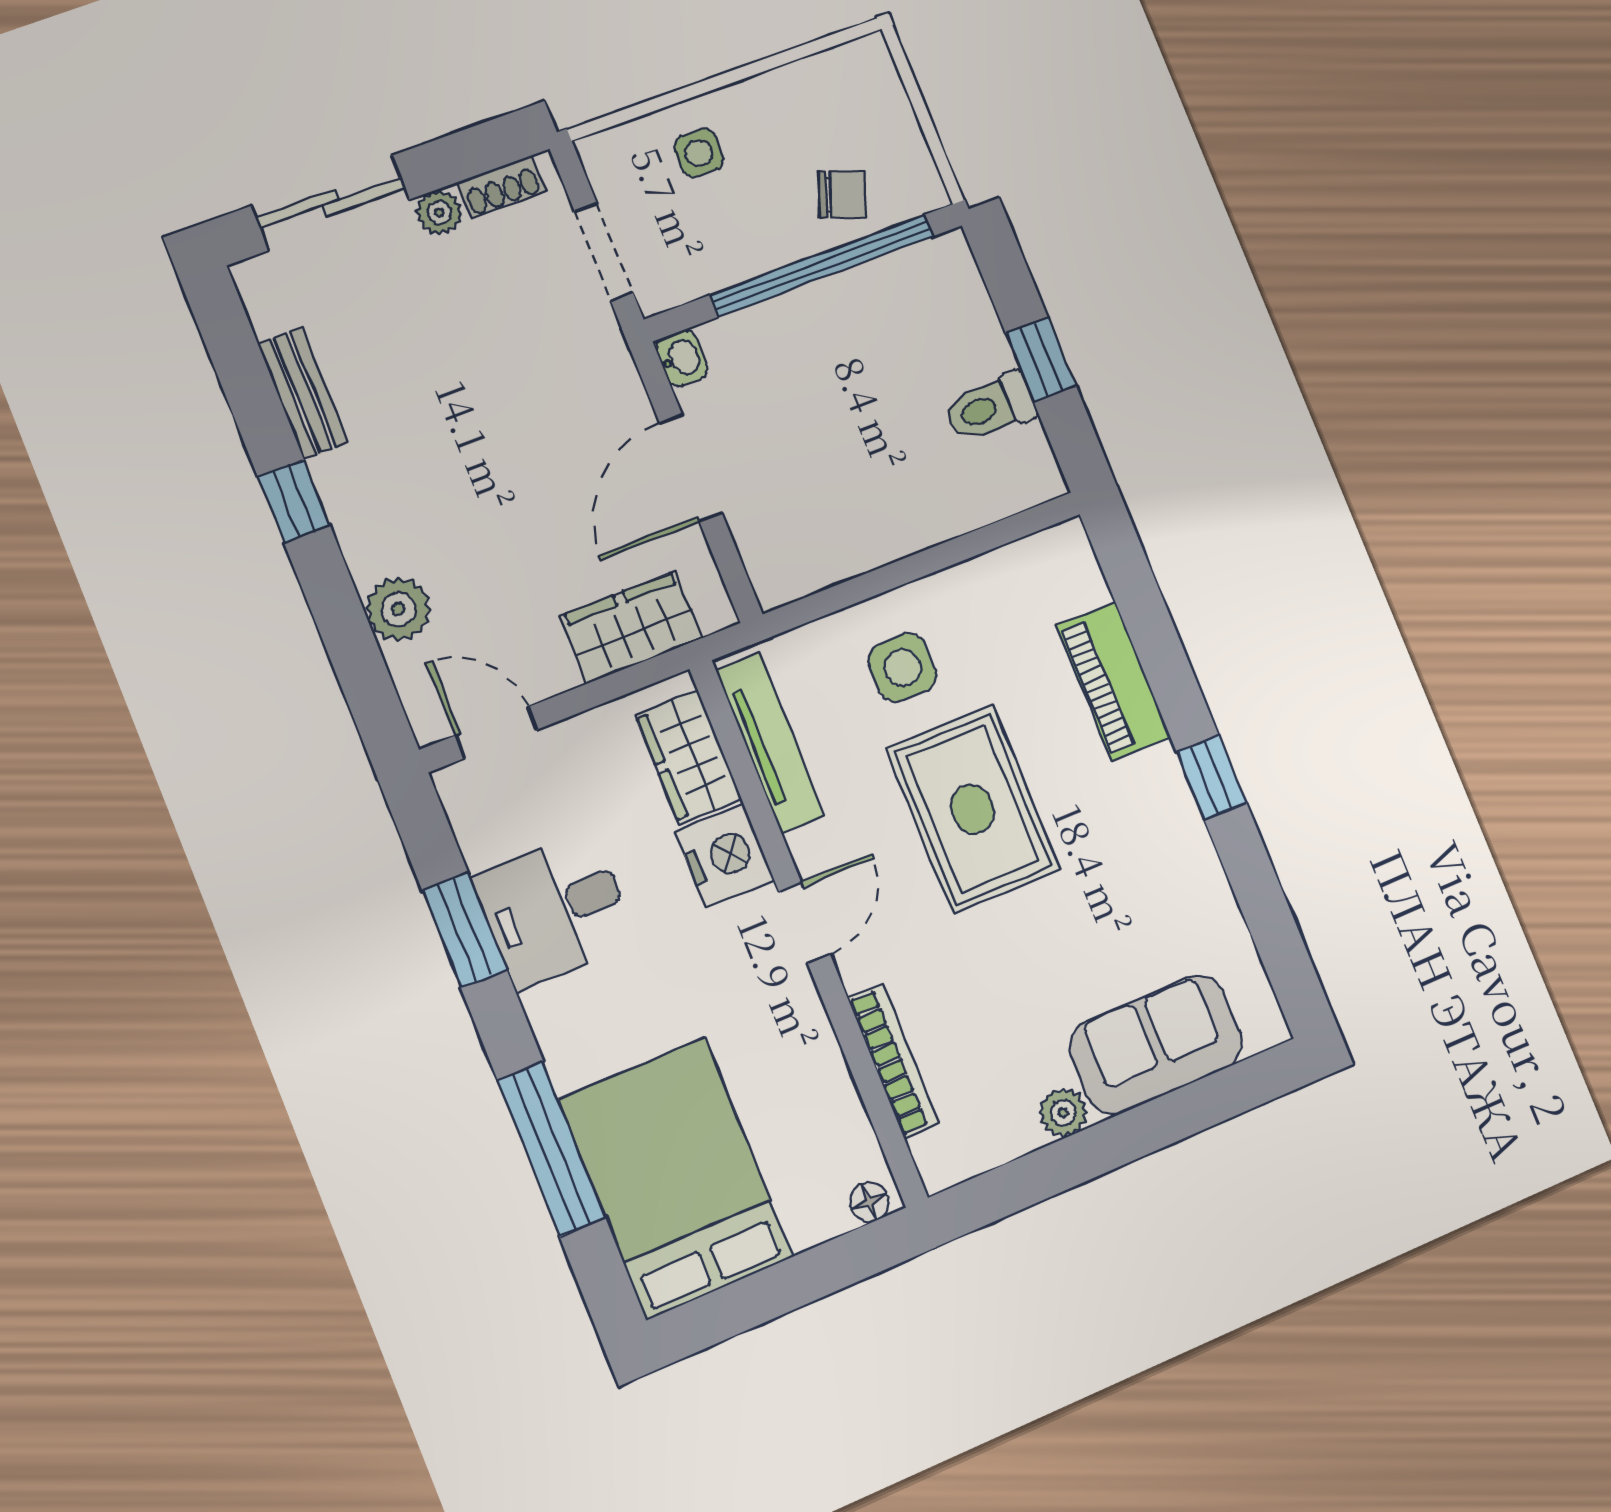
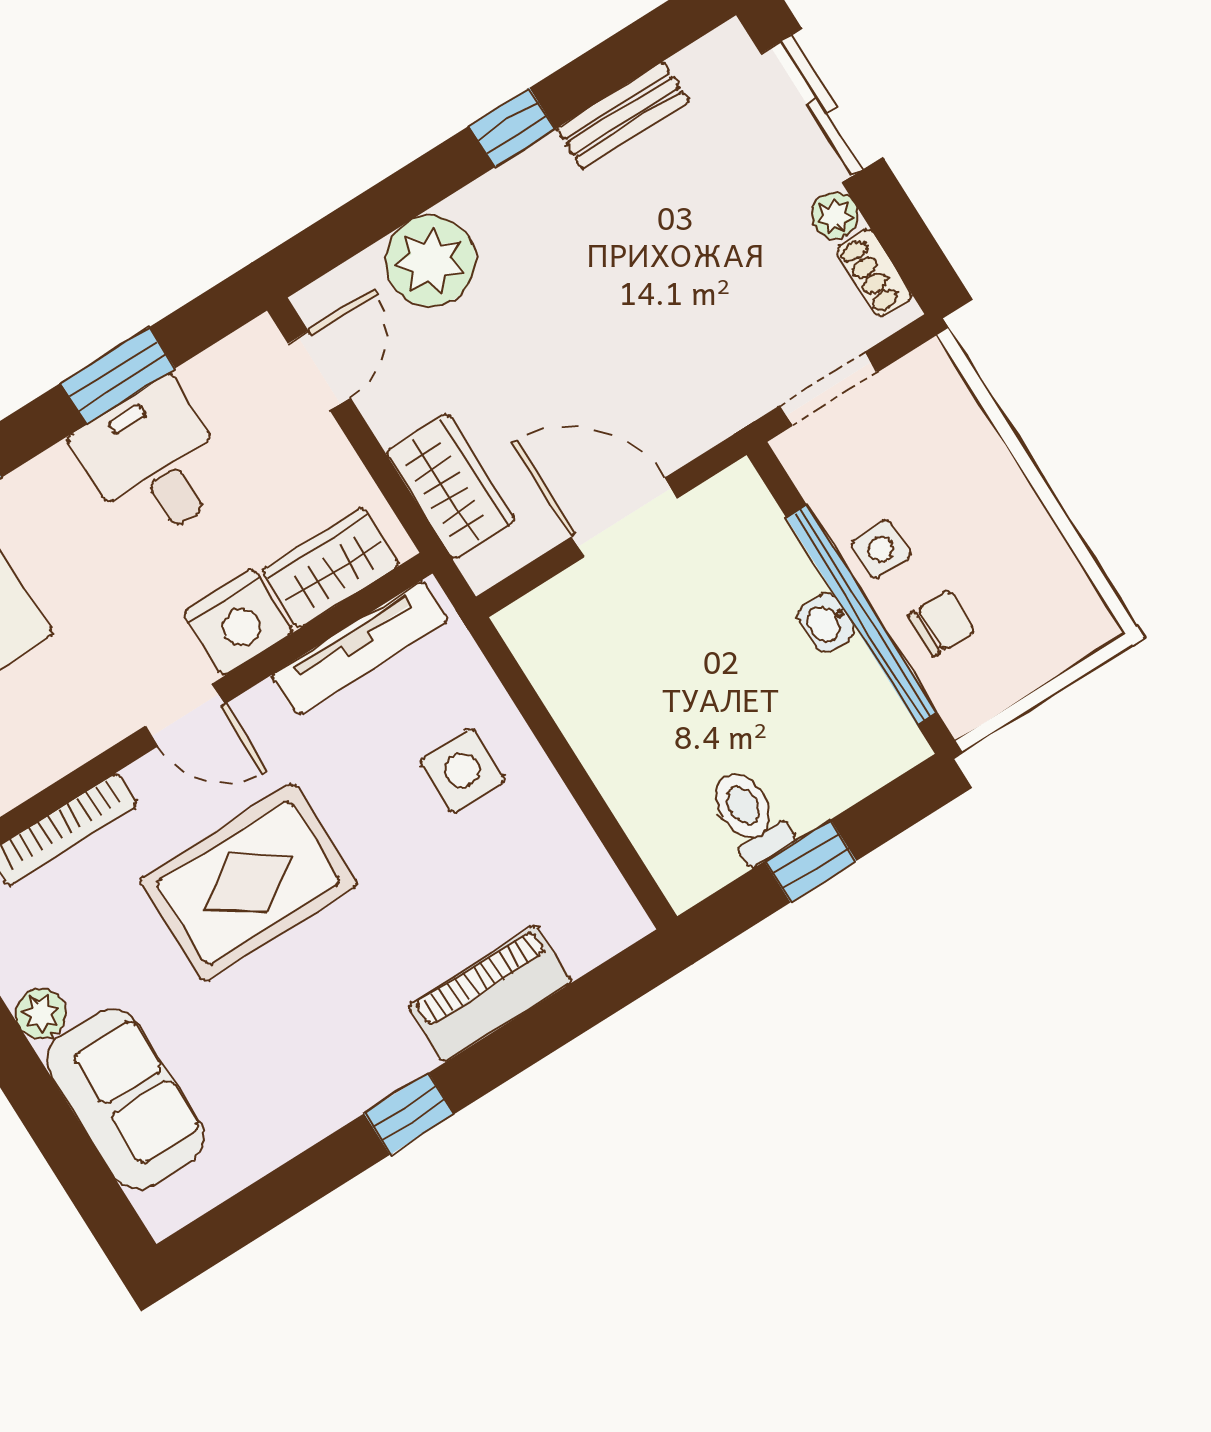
side table: (699, 153) -> (881, 549), moved
chair: (842, 194) -> (941, 623), turned -110
washbasin: (682, 358) -> (826, 622), moved, turned 90
plant: (398, 609) -> (430, 261), width x1.36, depth x1.36
rug: (973, 809) -> (248, 882), moved

